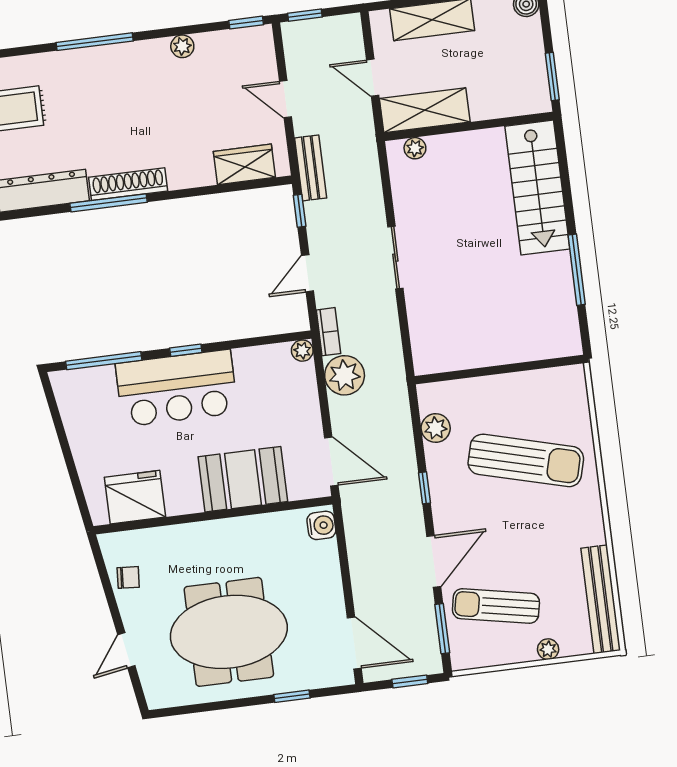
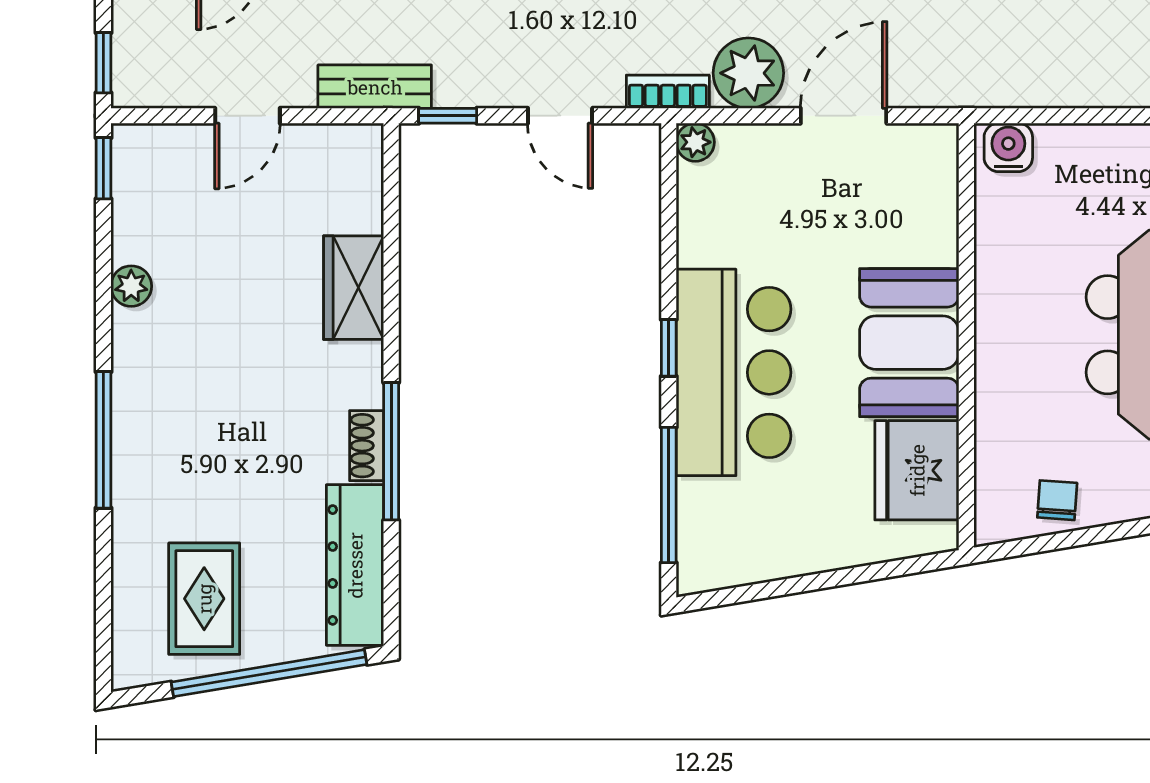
wardrobe: (244, 164) -> (354, 288), moved
shoe rack: (128, 184) -> (367, 446), width x0.51, depth x0.81
door: (331, 462) -> (844, 116), moved
booth: (243, 479) -> (909, 343), moved

